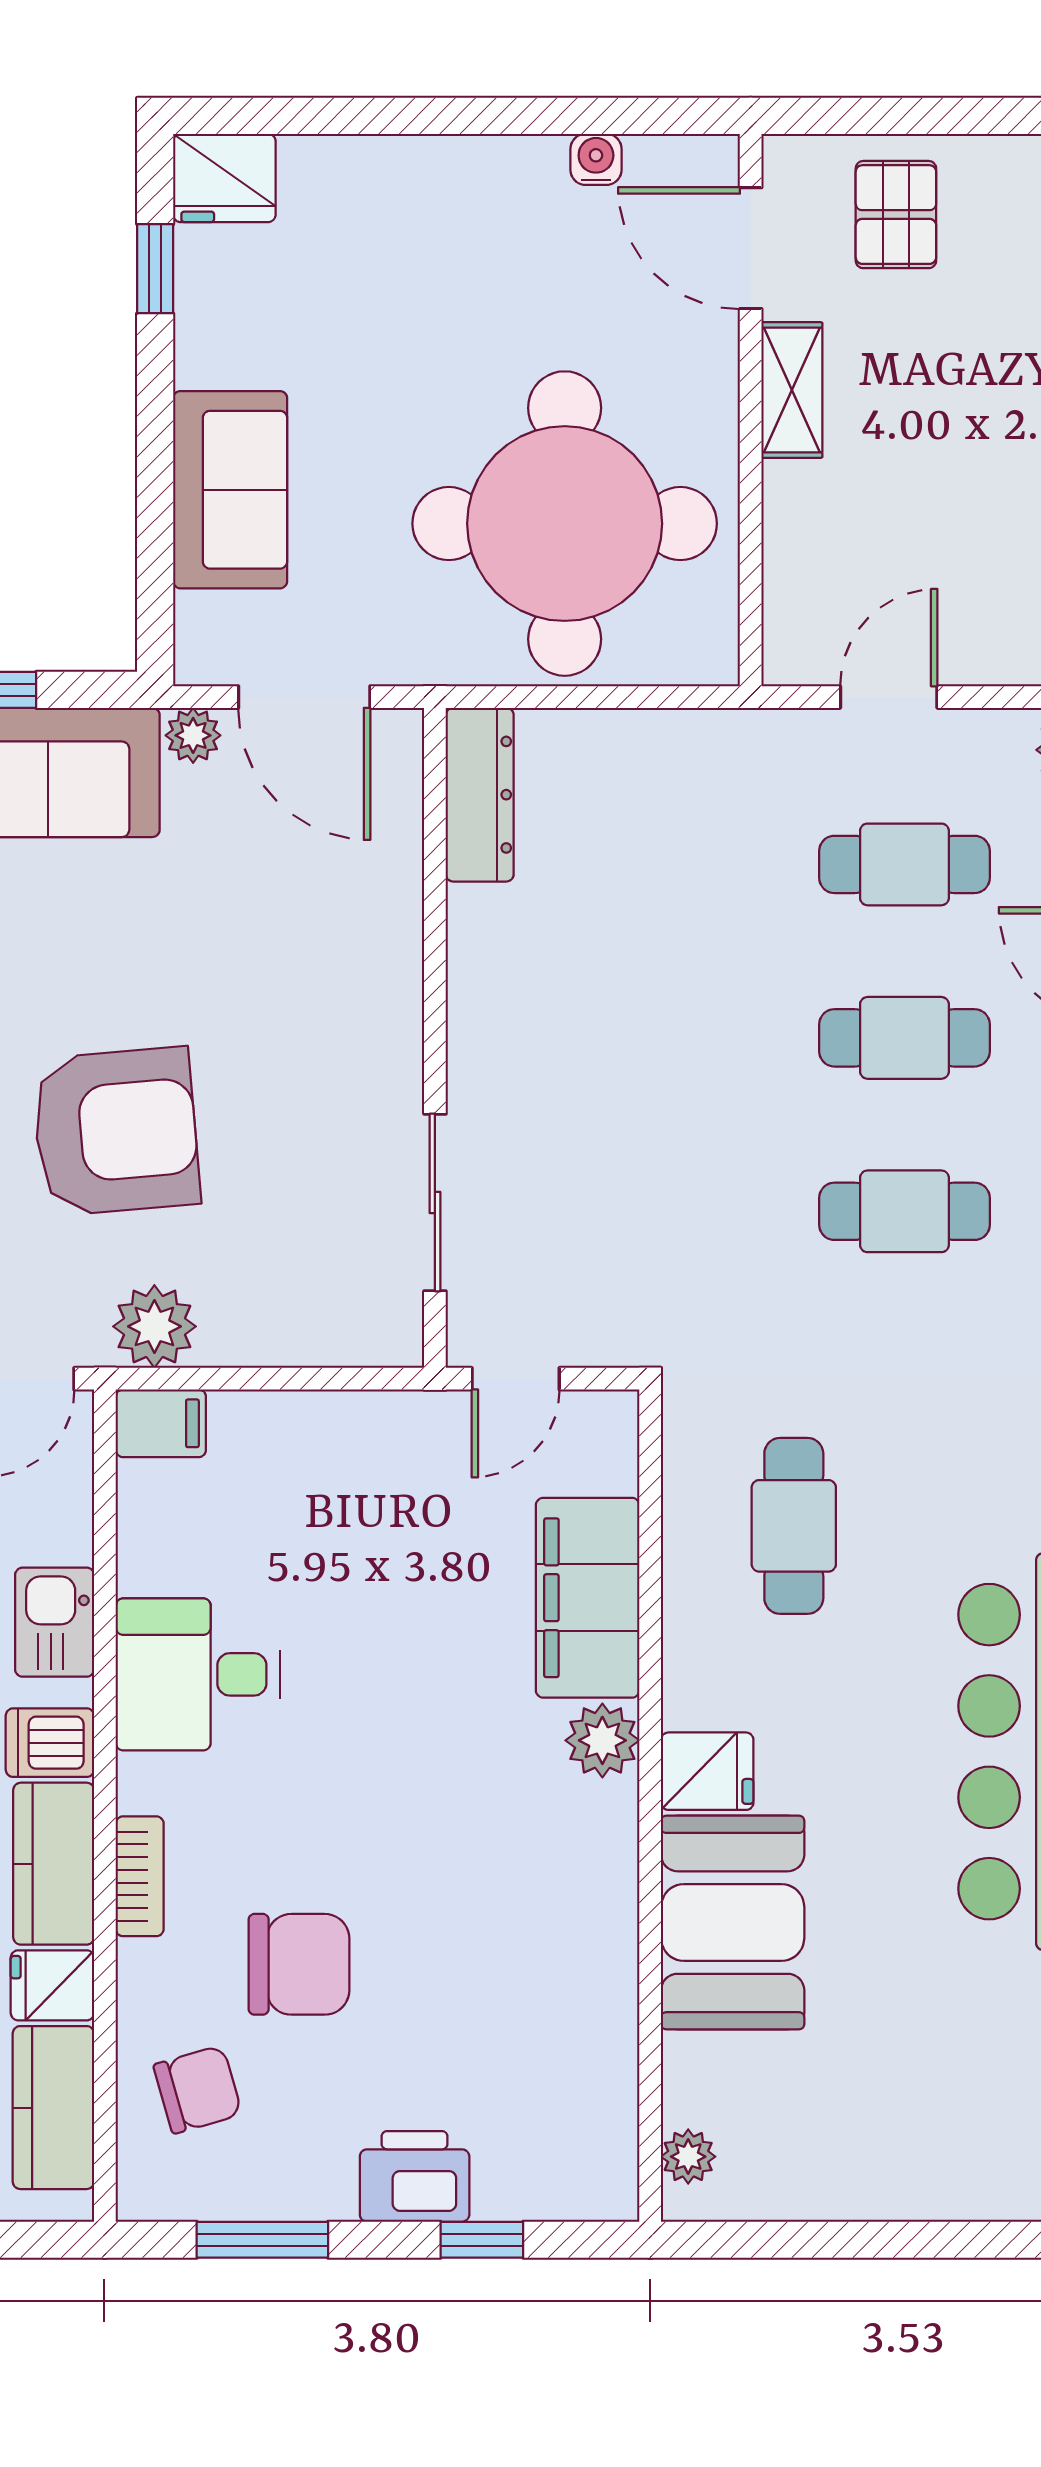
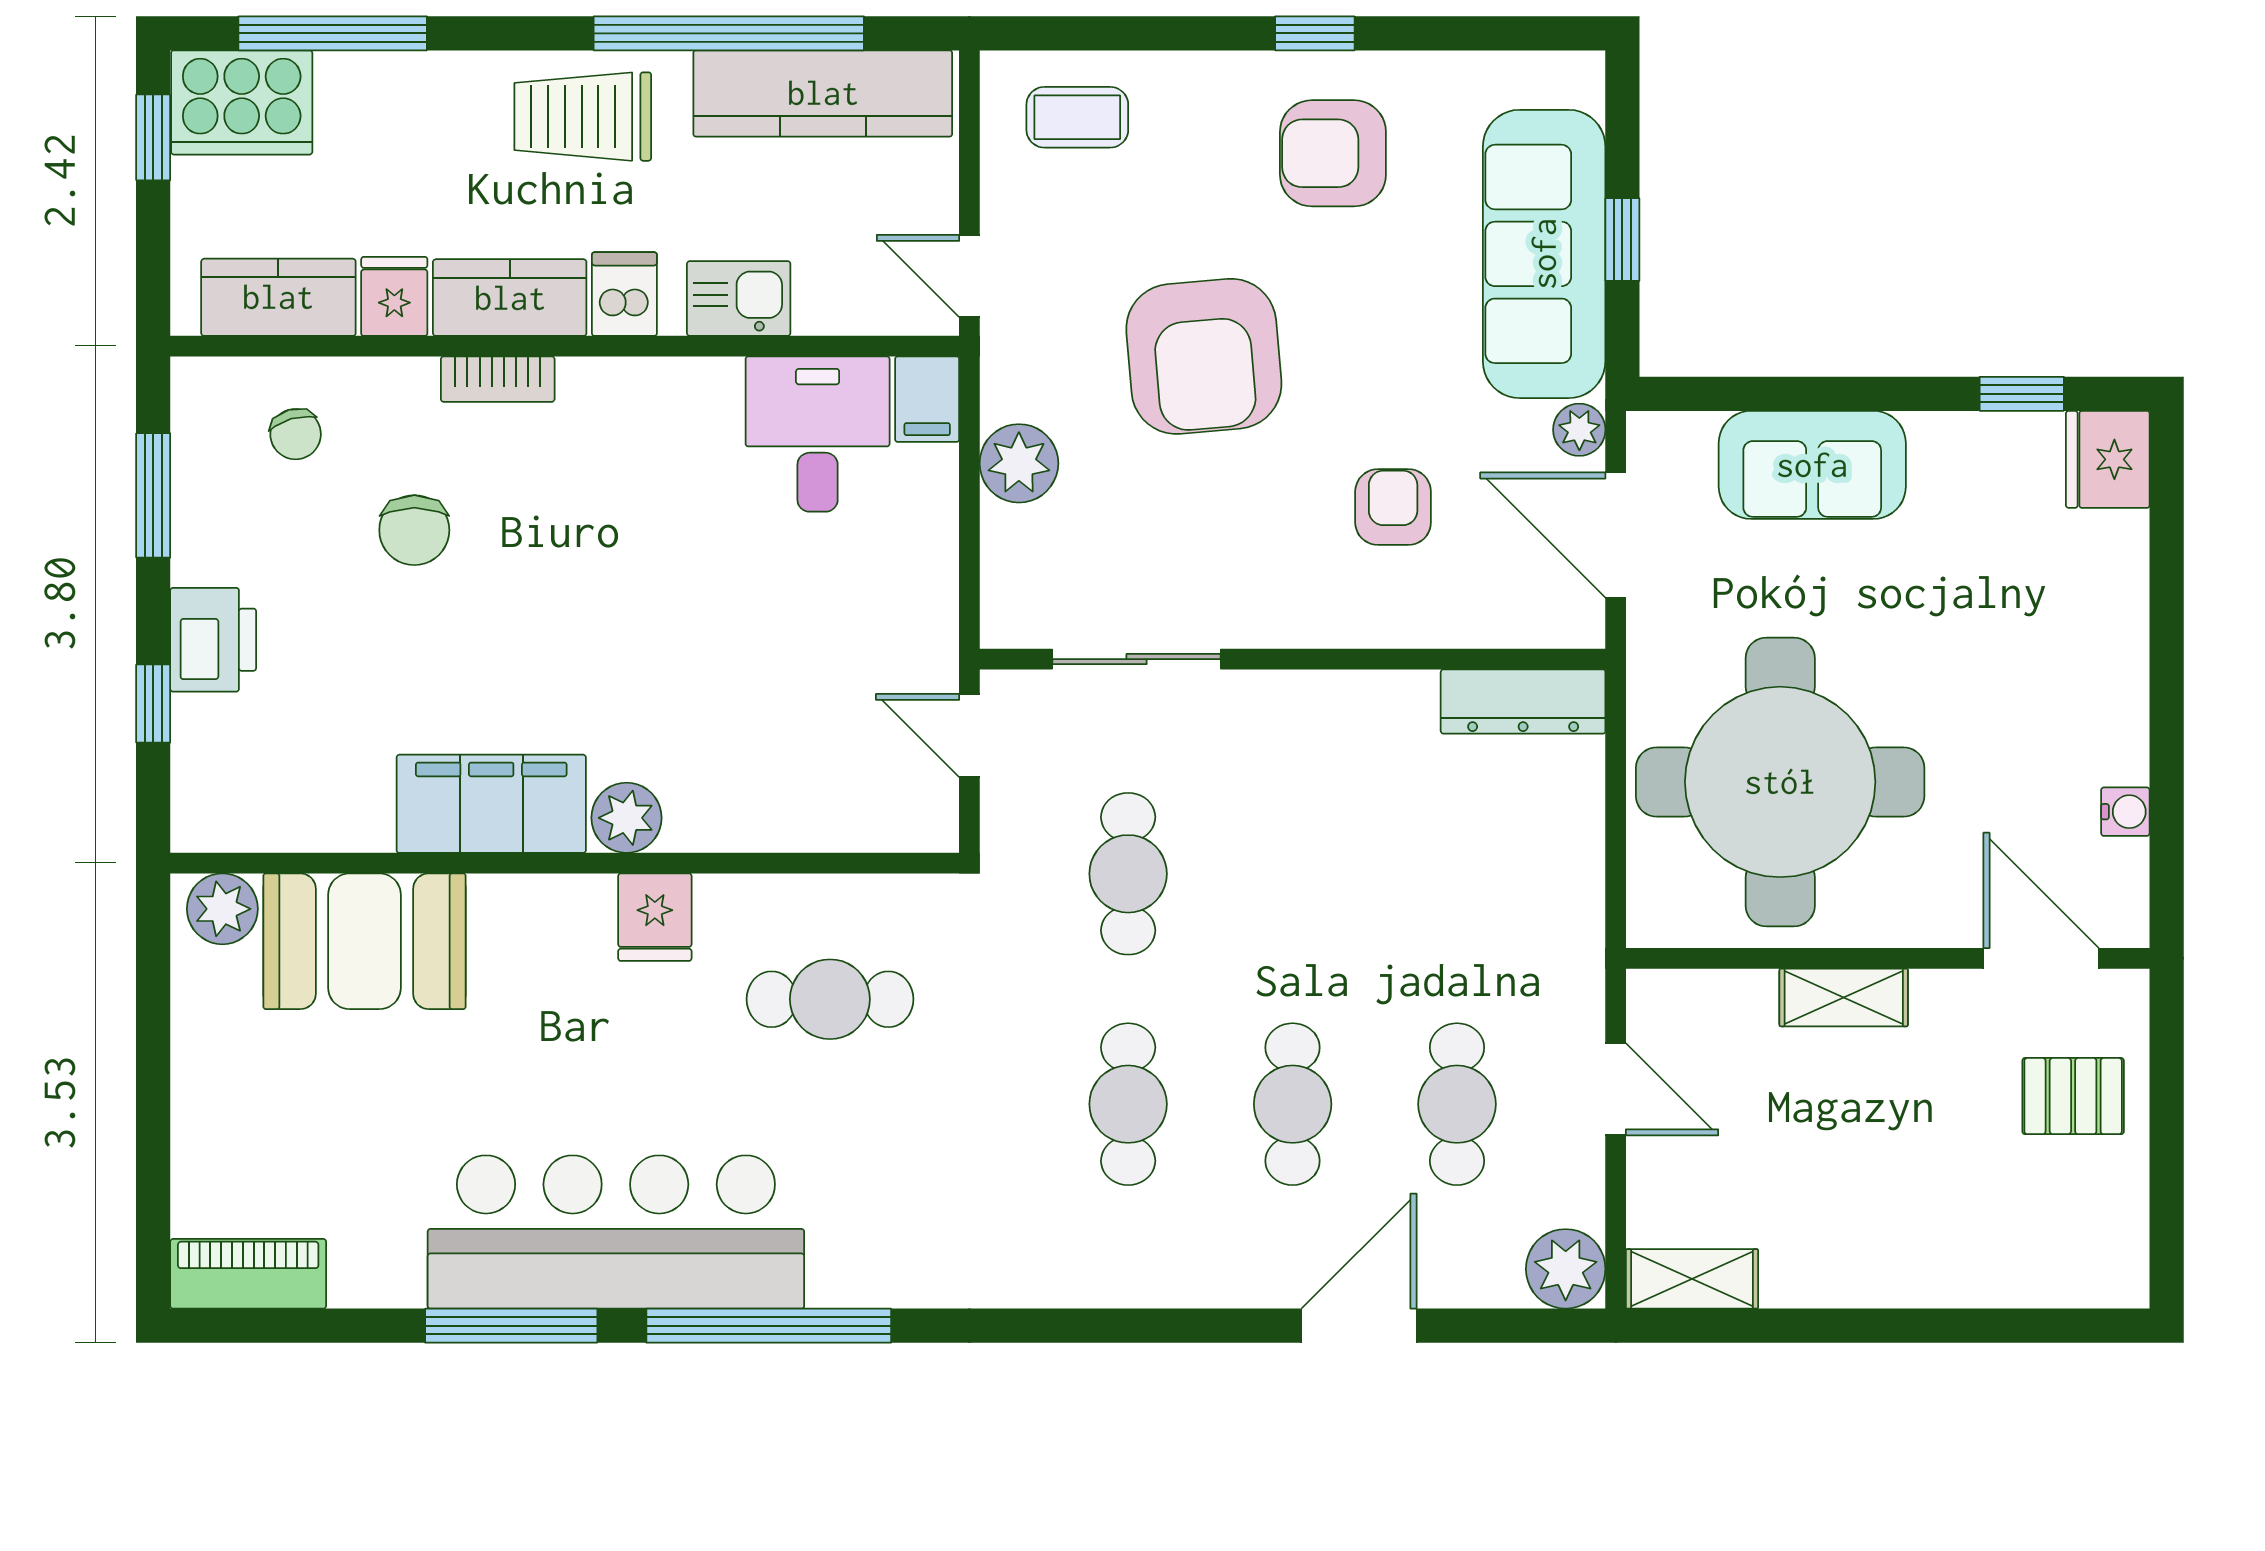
door: (751, 248) -> (2041, 958), hinge flipped
shelving: (792, 390) -> (1844, 997), moved
door: (304, 697) -> (1616, 535), hinge flipped
armchair: (275, 932) -> (1393, 507), added
cafe table: (661, 1211) -> (1128, 874), added
plant: (154, 1326) -> (1019, 463), moved
filing cabinet: (588, 1598) -> (491, 804), moved
desk: (198, 1674) -> (818, 434), moved
fridge: (707, 1771) -> (655, 917), moved
booth: (733, 1923) -> (365, 941), moved
chair: (299, 1964) -> (414, 530), width x0.73, depth x0.73
chair: (198, 2090) -> (296, 434), width x0.73, depth x0.73
plant: (688, 2157) -> (222, 909), width x1.38, depth x1.38

